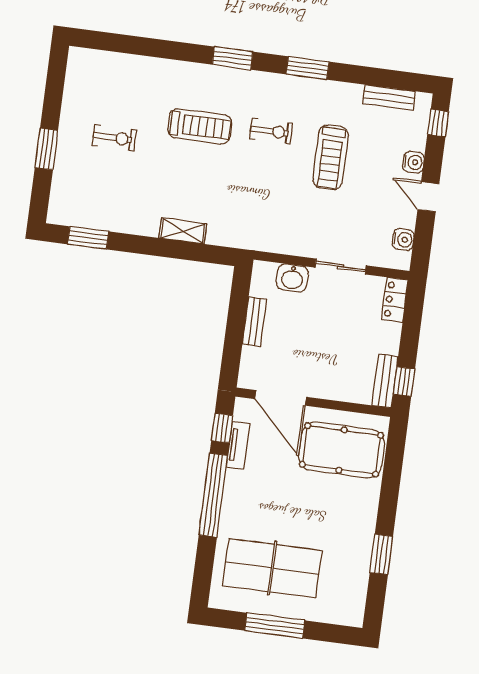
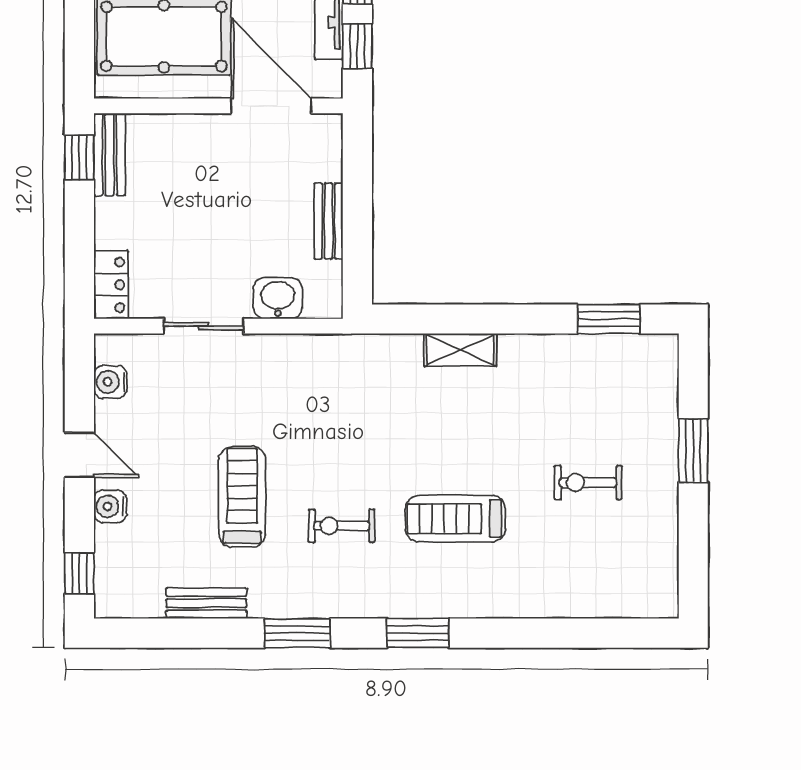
bench: (389, 98) -> (206, 603), moved

